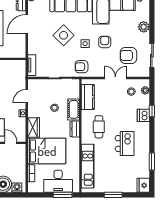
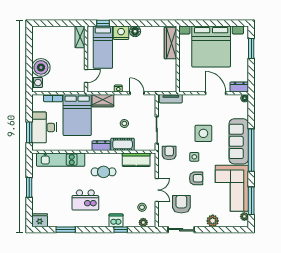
side table: (64, 35) -> (203, 133), turned 45

